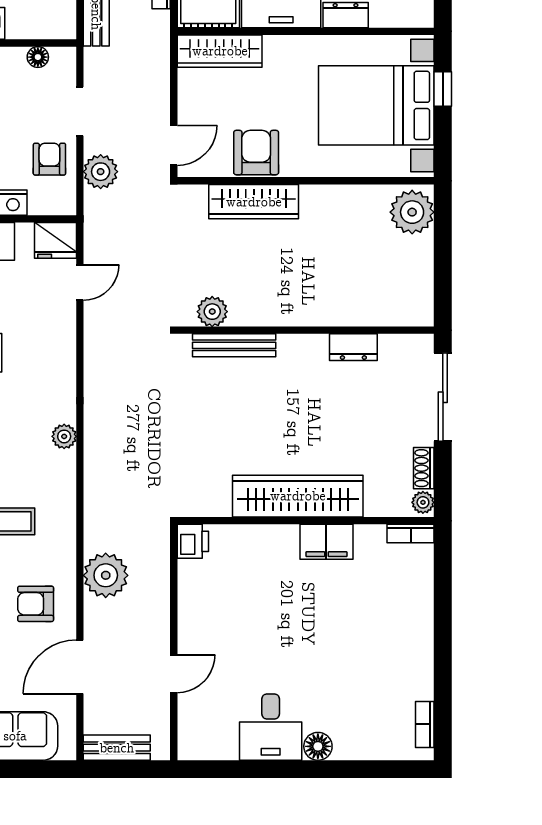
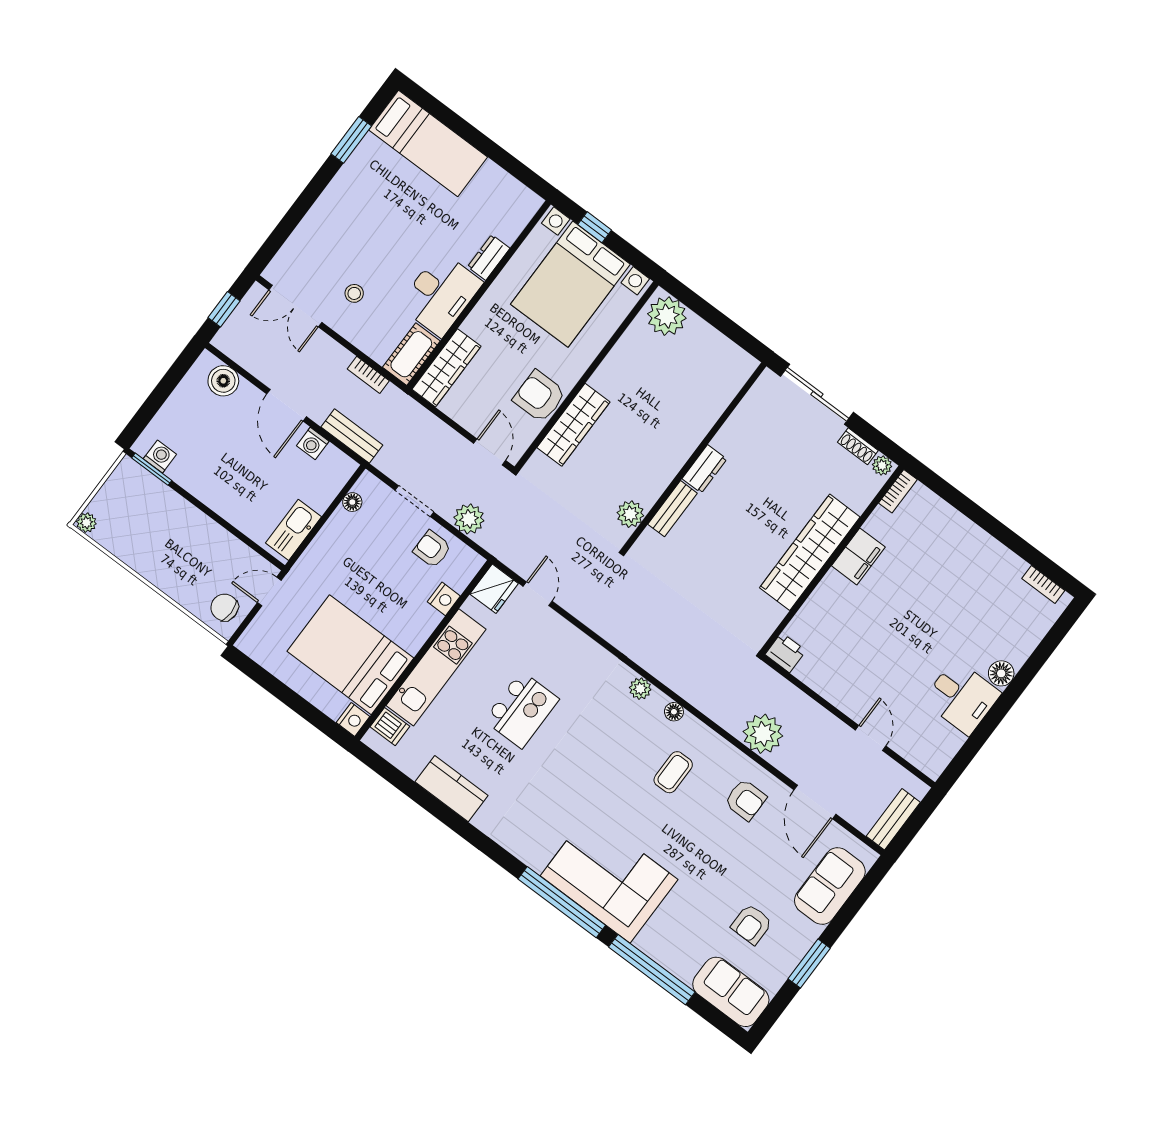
bench: (234, 345) -> (673, 509), width x0.73
dresser: (353, 347) -> (704, 469), moved
floor lamp: (66, 482) -> (674, 712), added
armchair: (36, 604) -> (746, 800), turned -90

